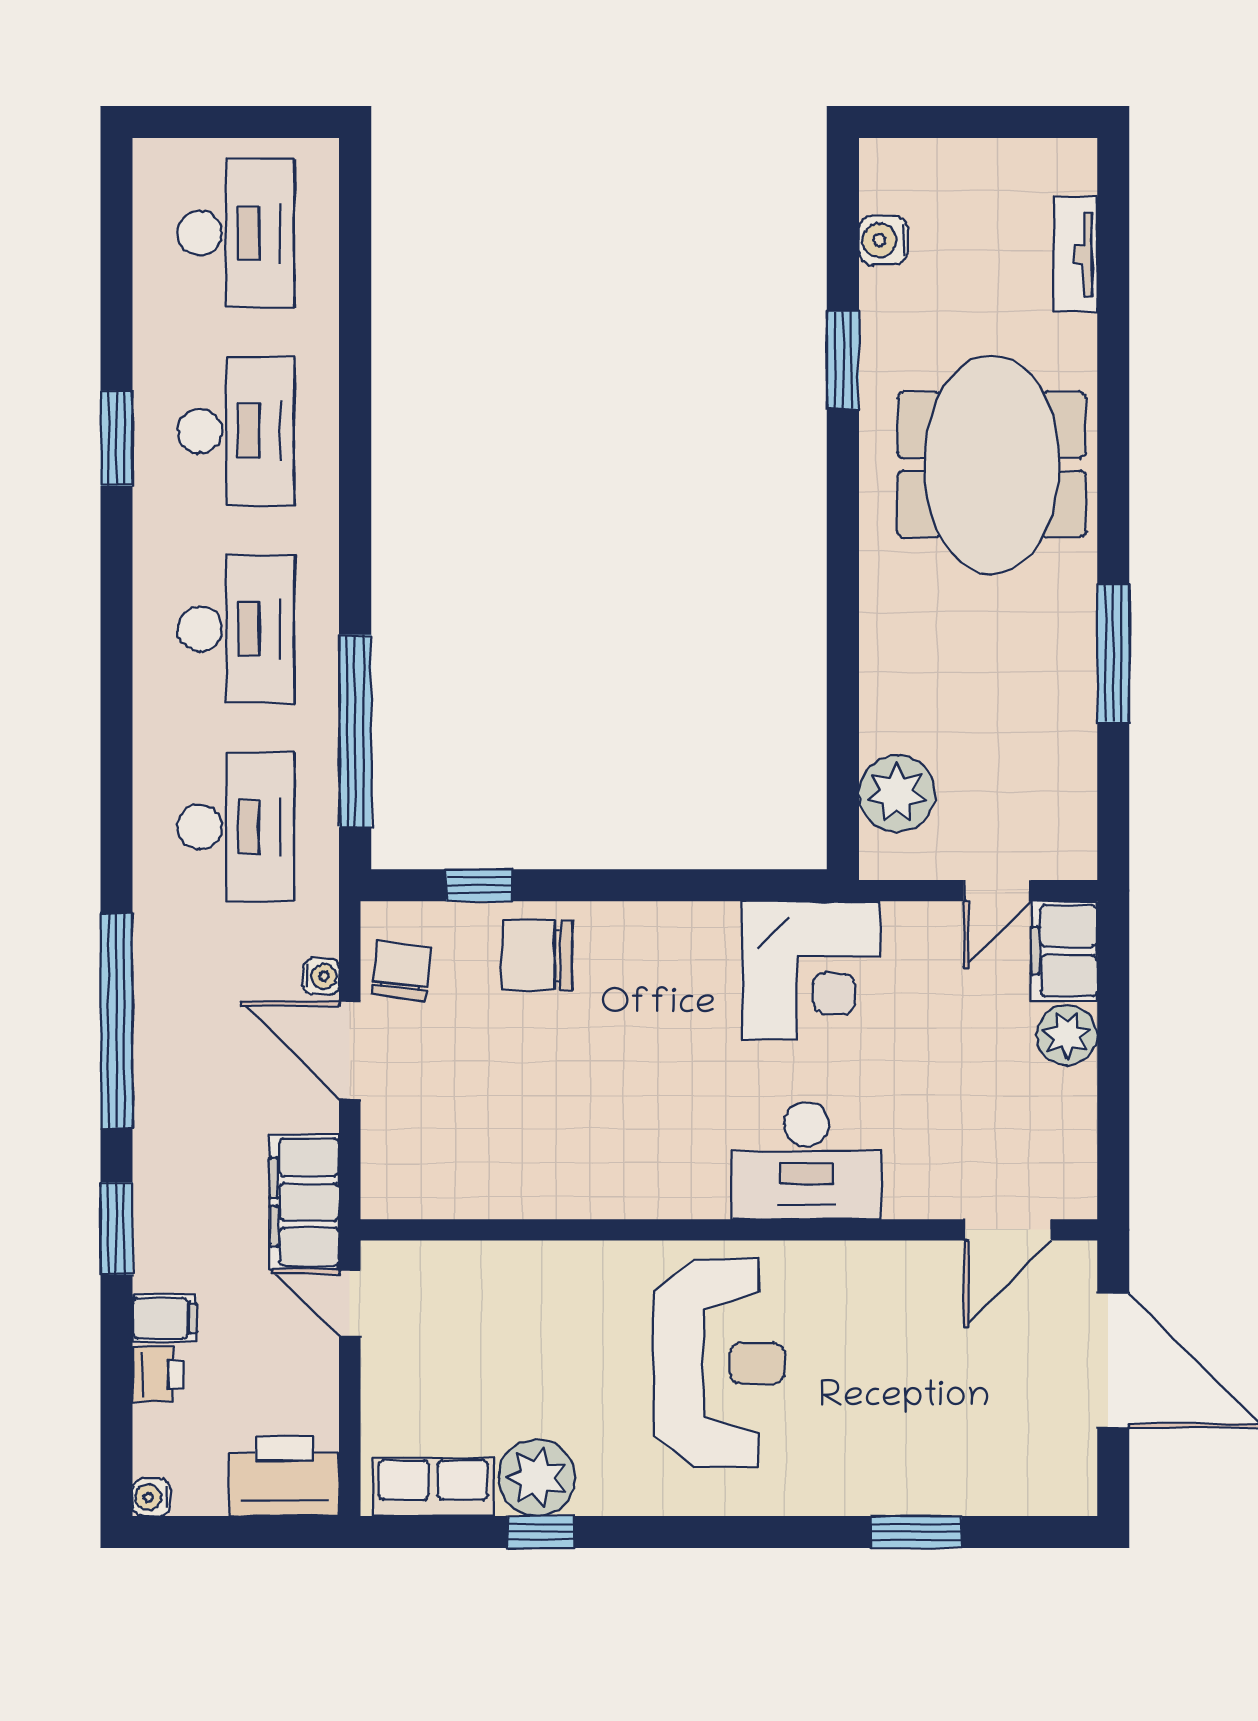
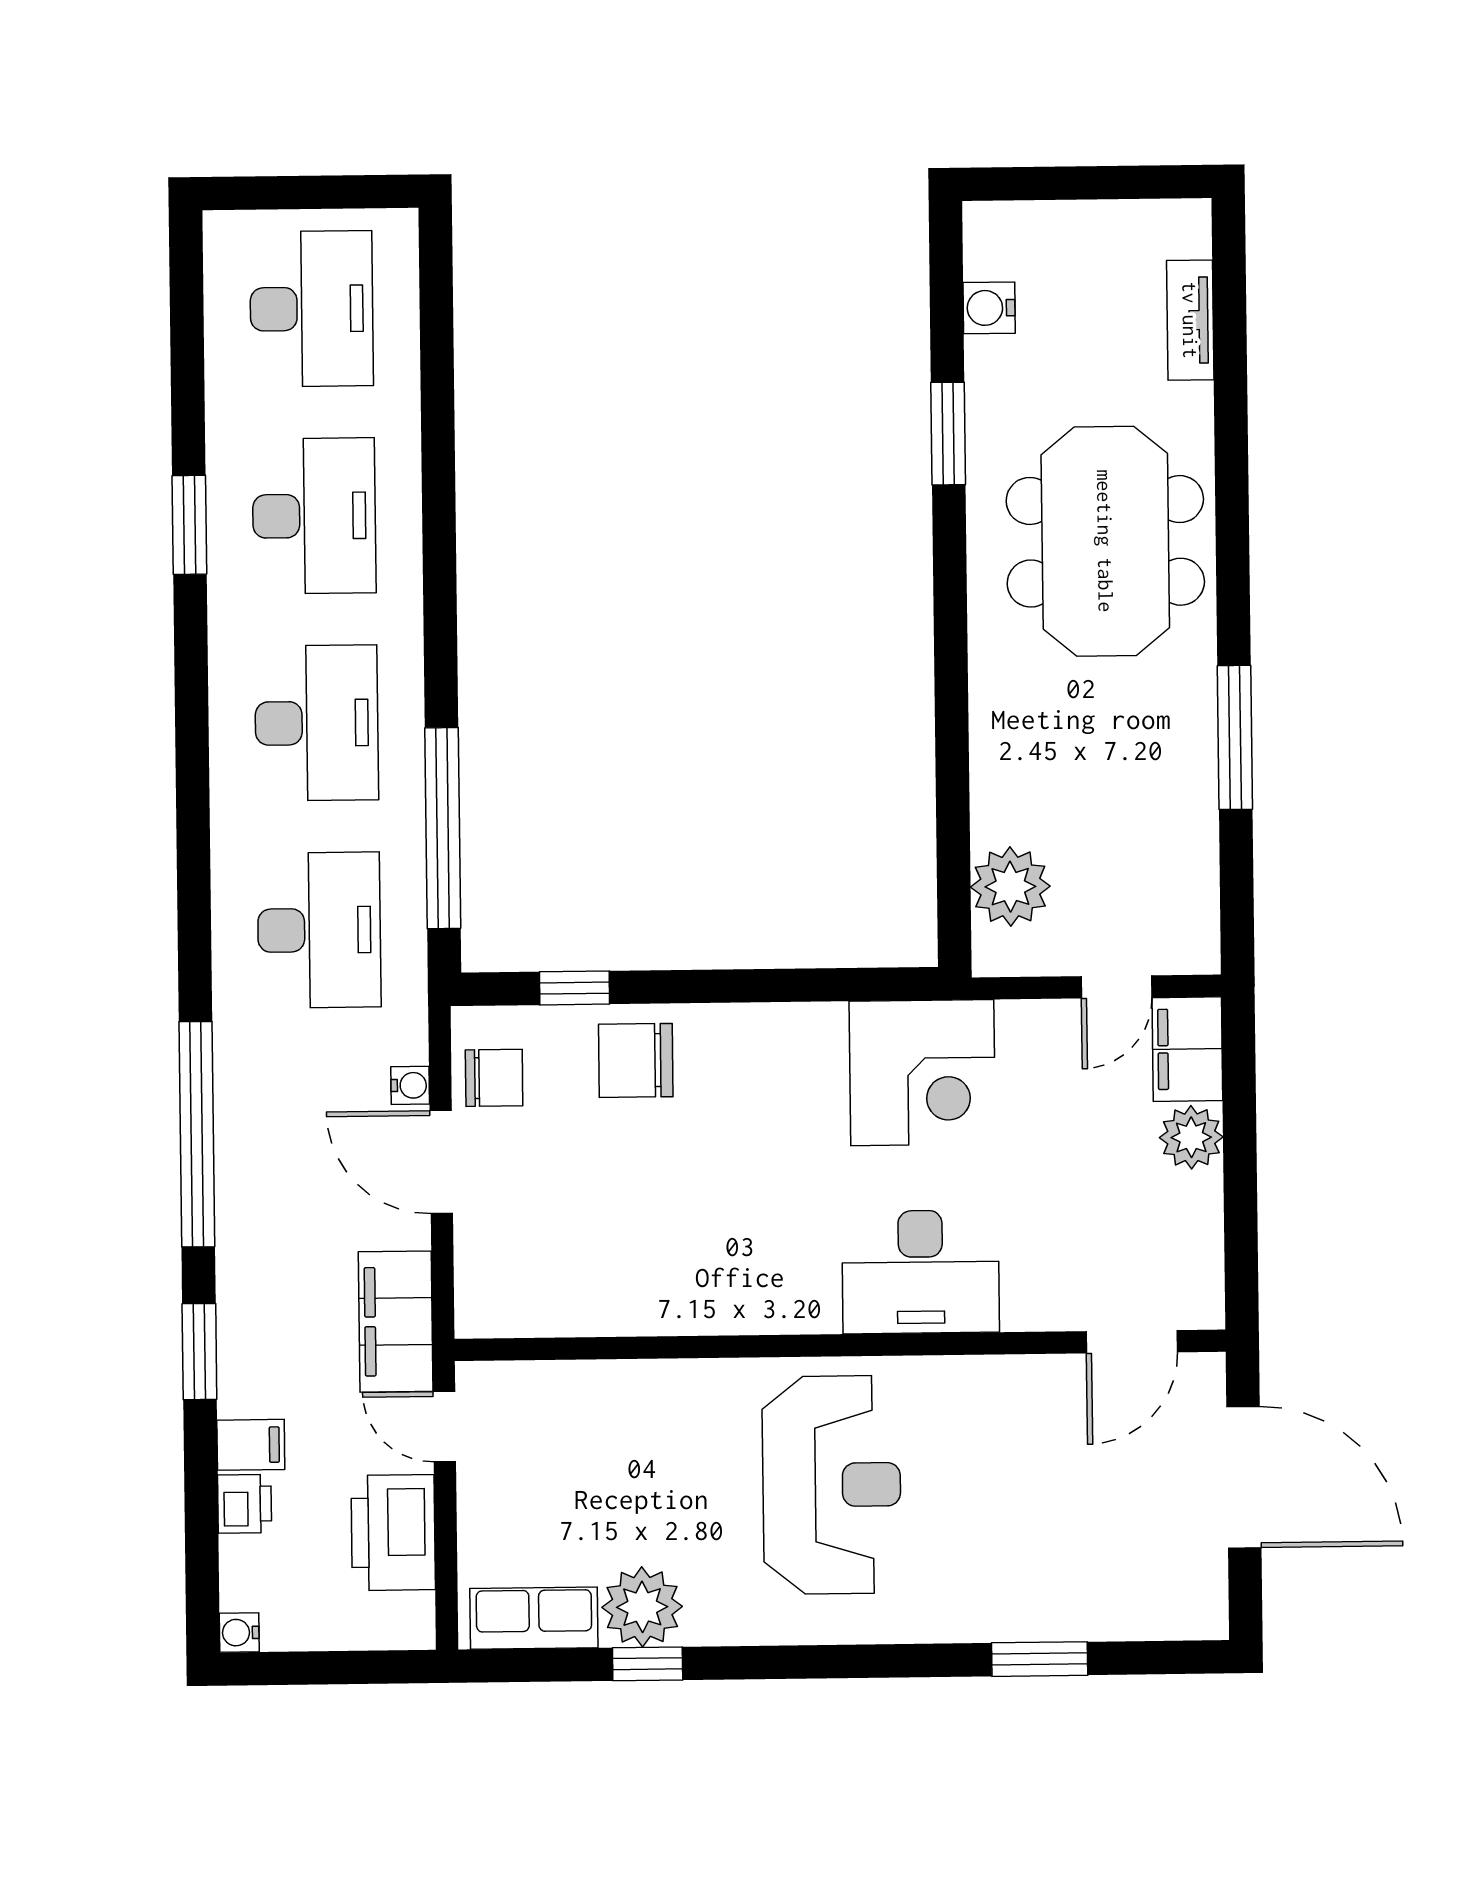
chair: (401, 970) -> (494, 1078), turned 83
printer: (284, 1477) -> (393, 1533), moved, turned -90

